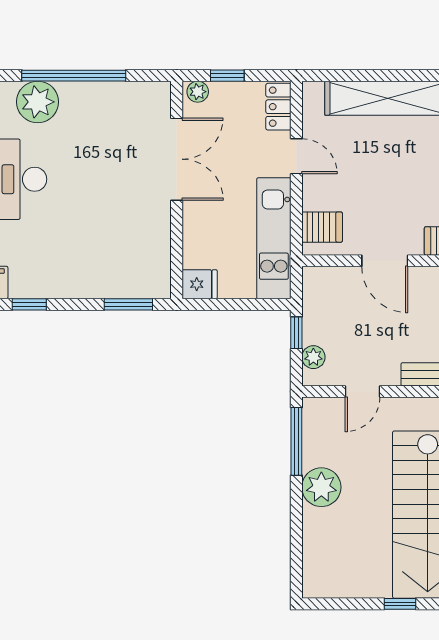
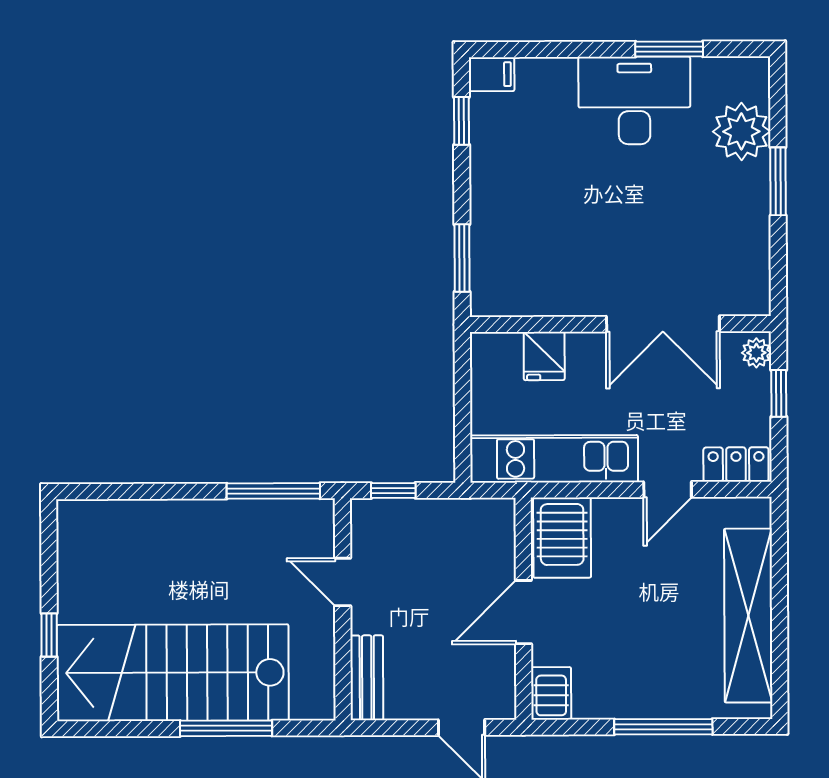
window: (74, 76) -> (778, 181), width x0.47
server rack: (322, 227) -> (562, 538), width x1.36, depth x1.44
fridge: (200, 284) -> (544, 356), moved
window: (296, 333) -> (393, 491), moved
plant: (313, 357) -> (390, 514), removed
plant: (321, 487) -> (210, 526), removed

